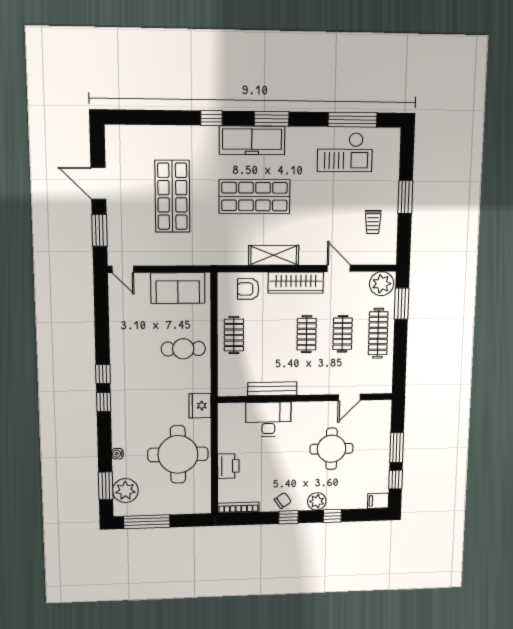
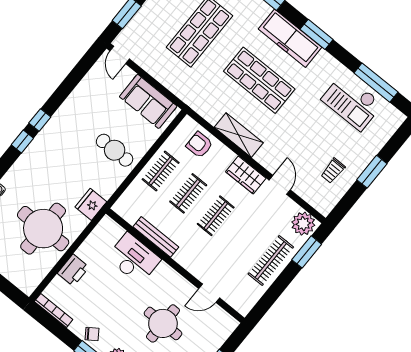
wardrobe: (296, 283) -> (246, 175), width x0.67
clothes rail: (343, 334) -> (188, 193), moved

